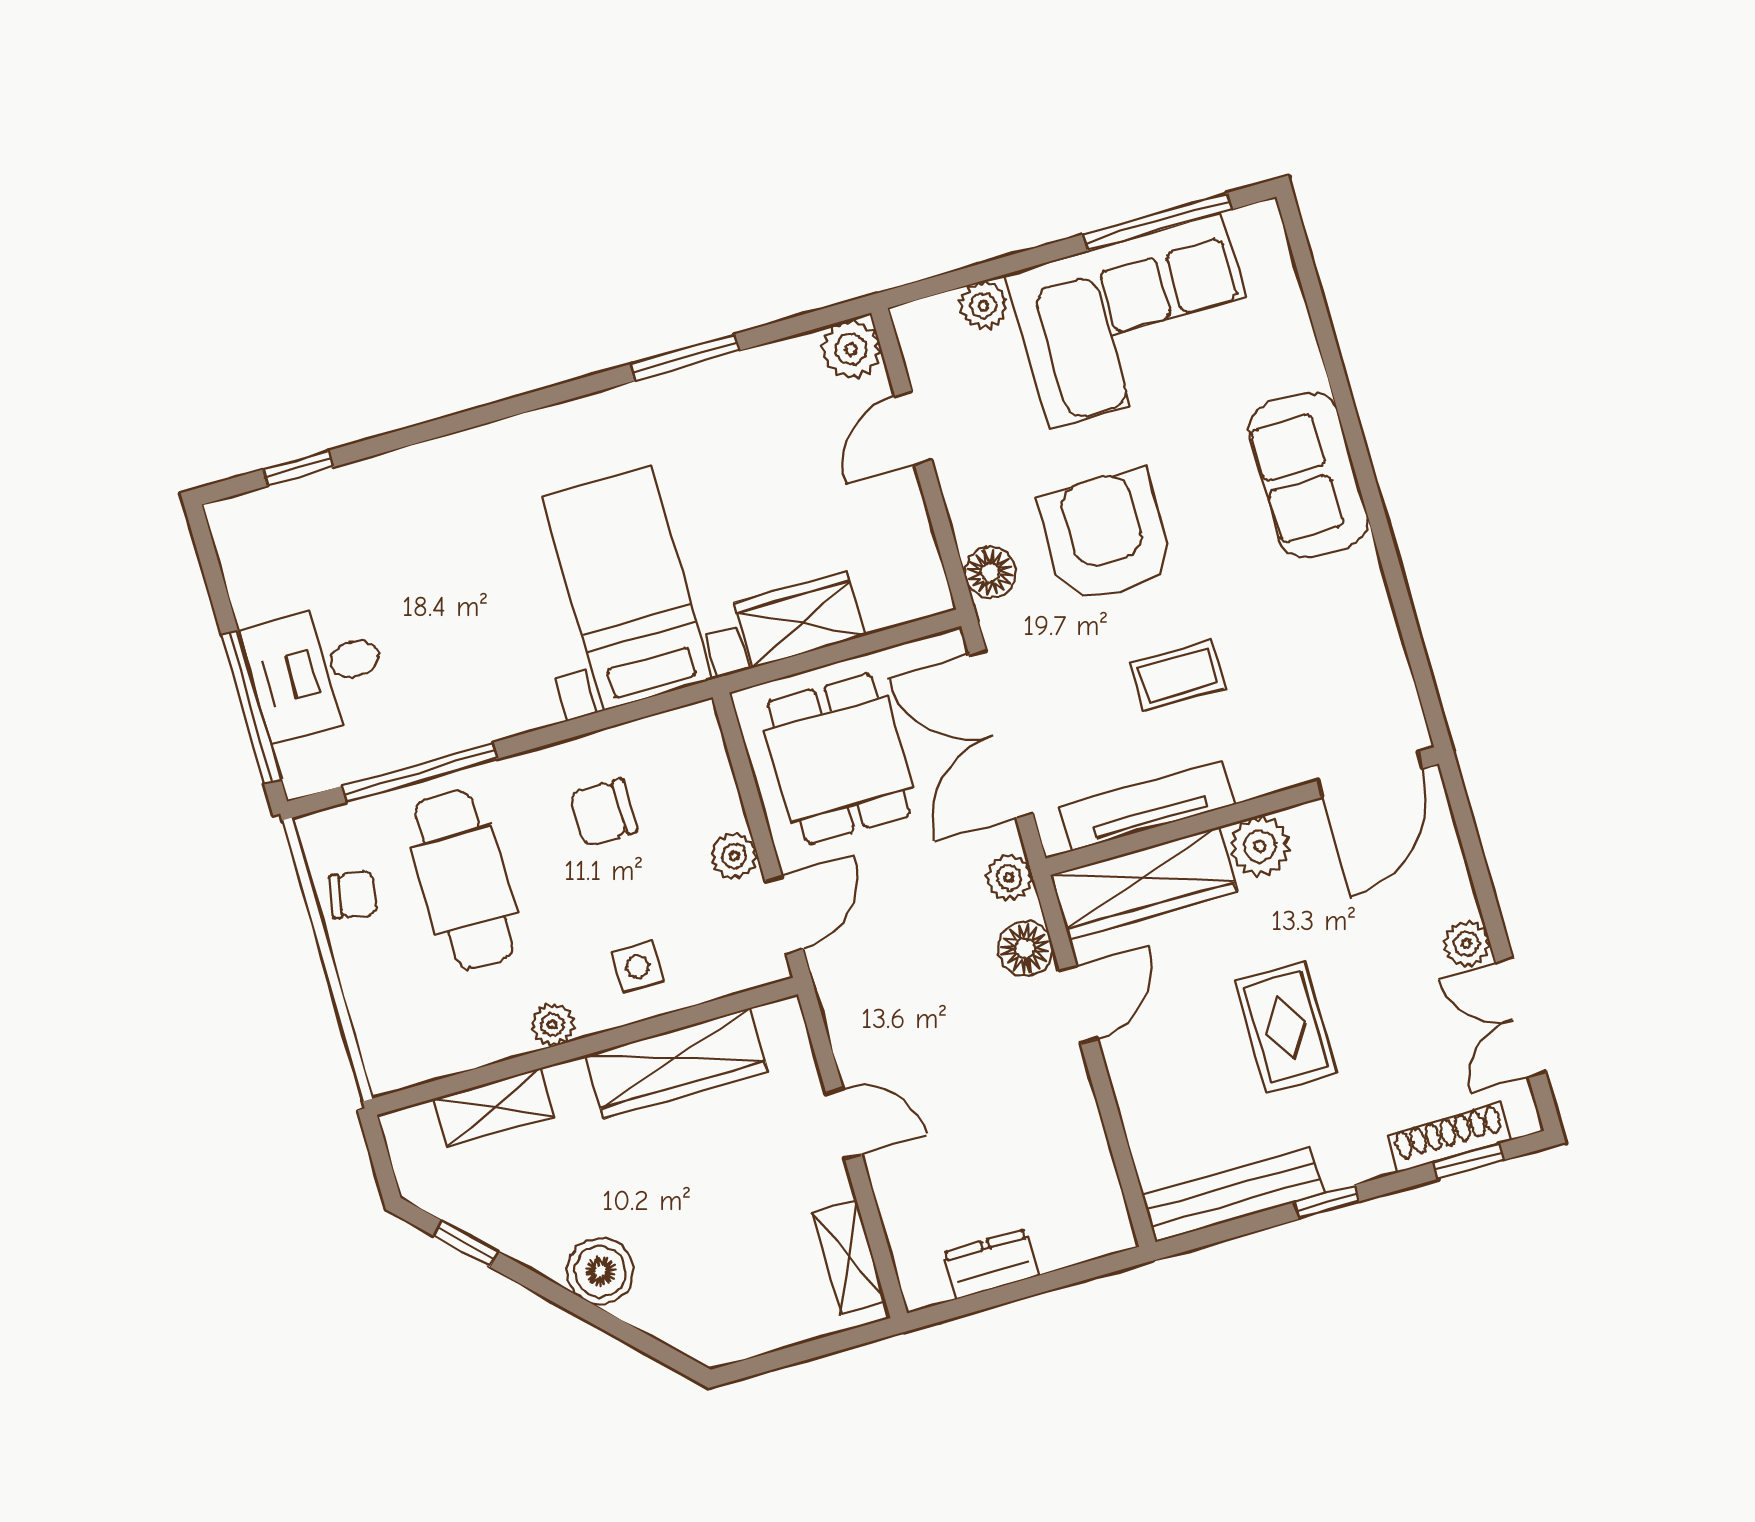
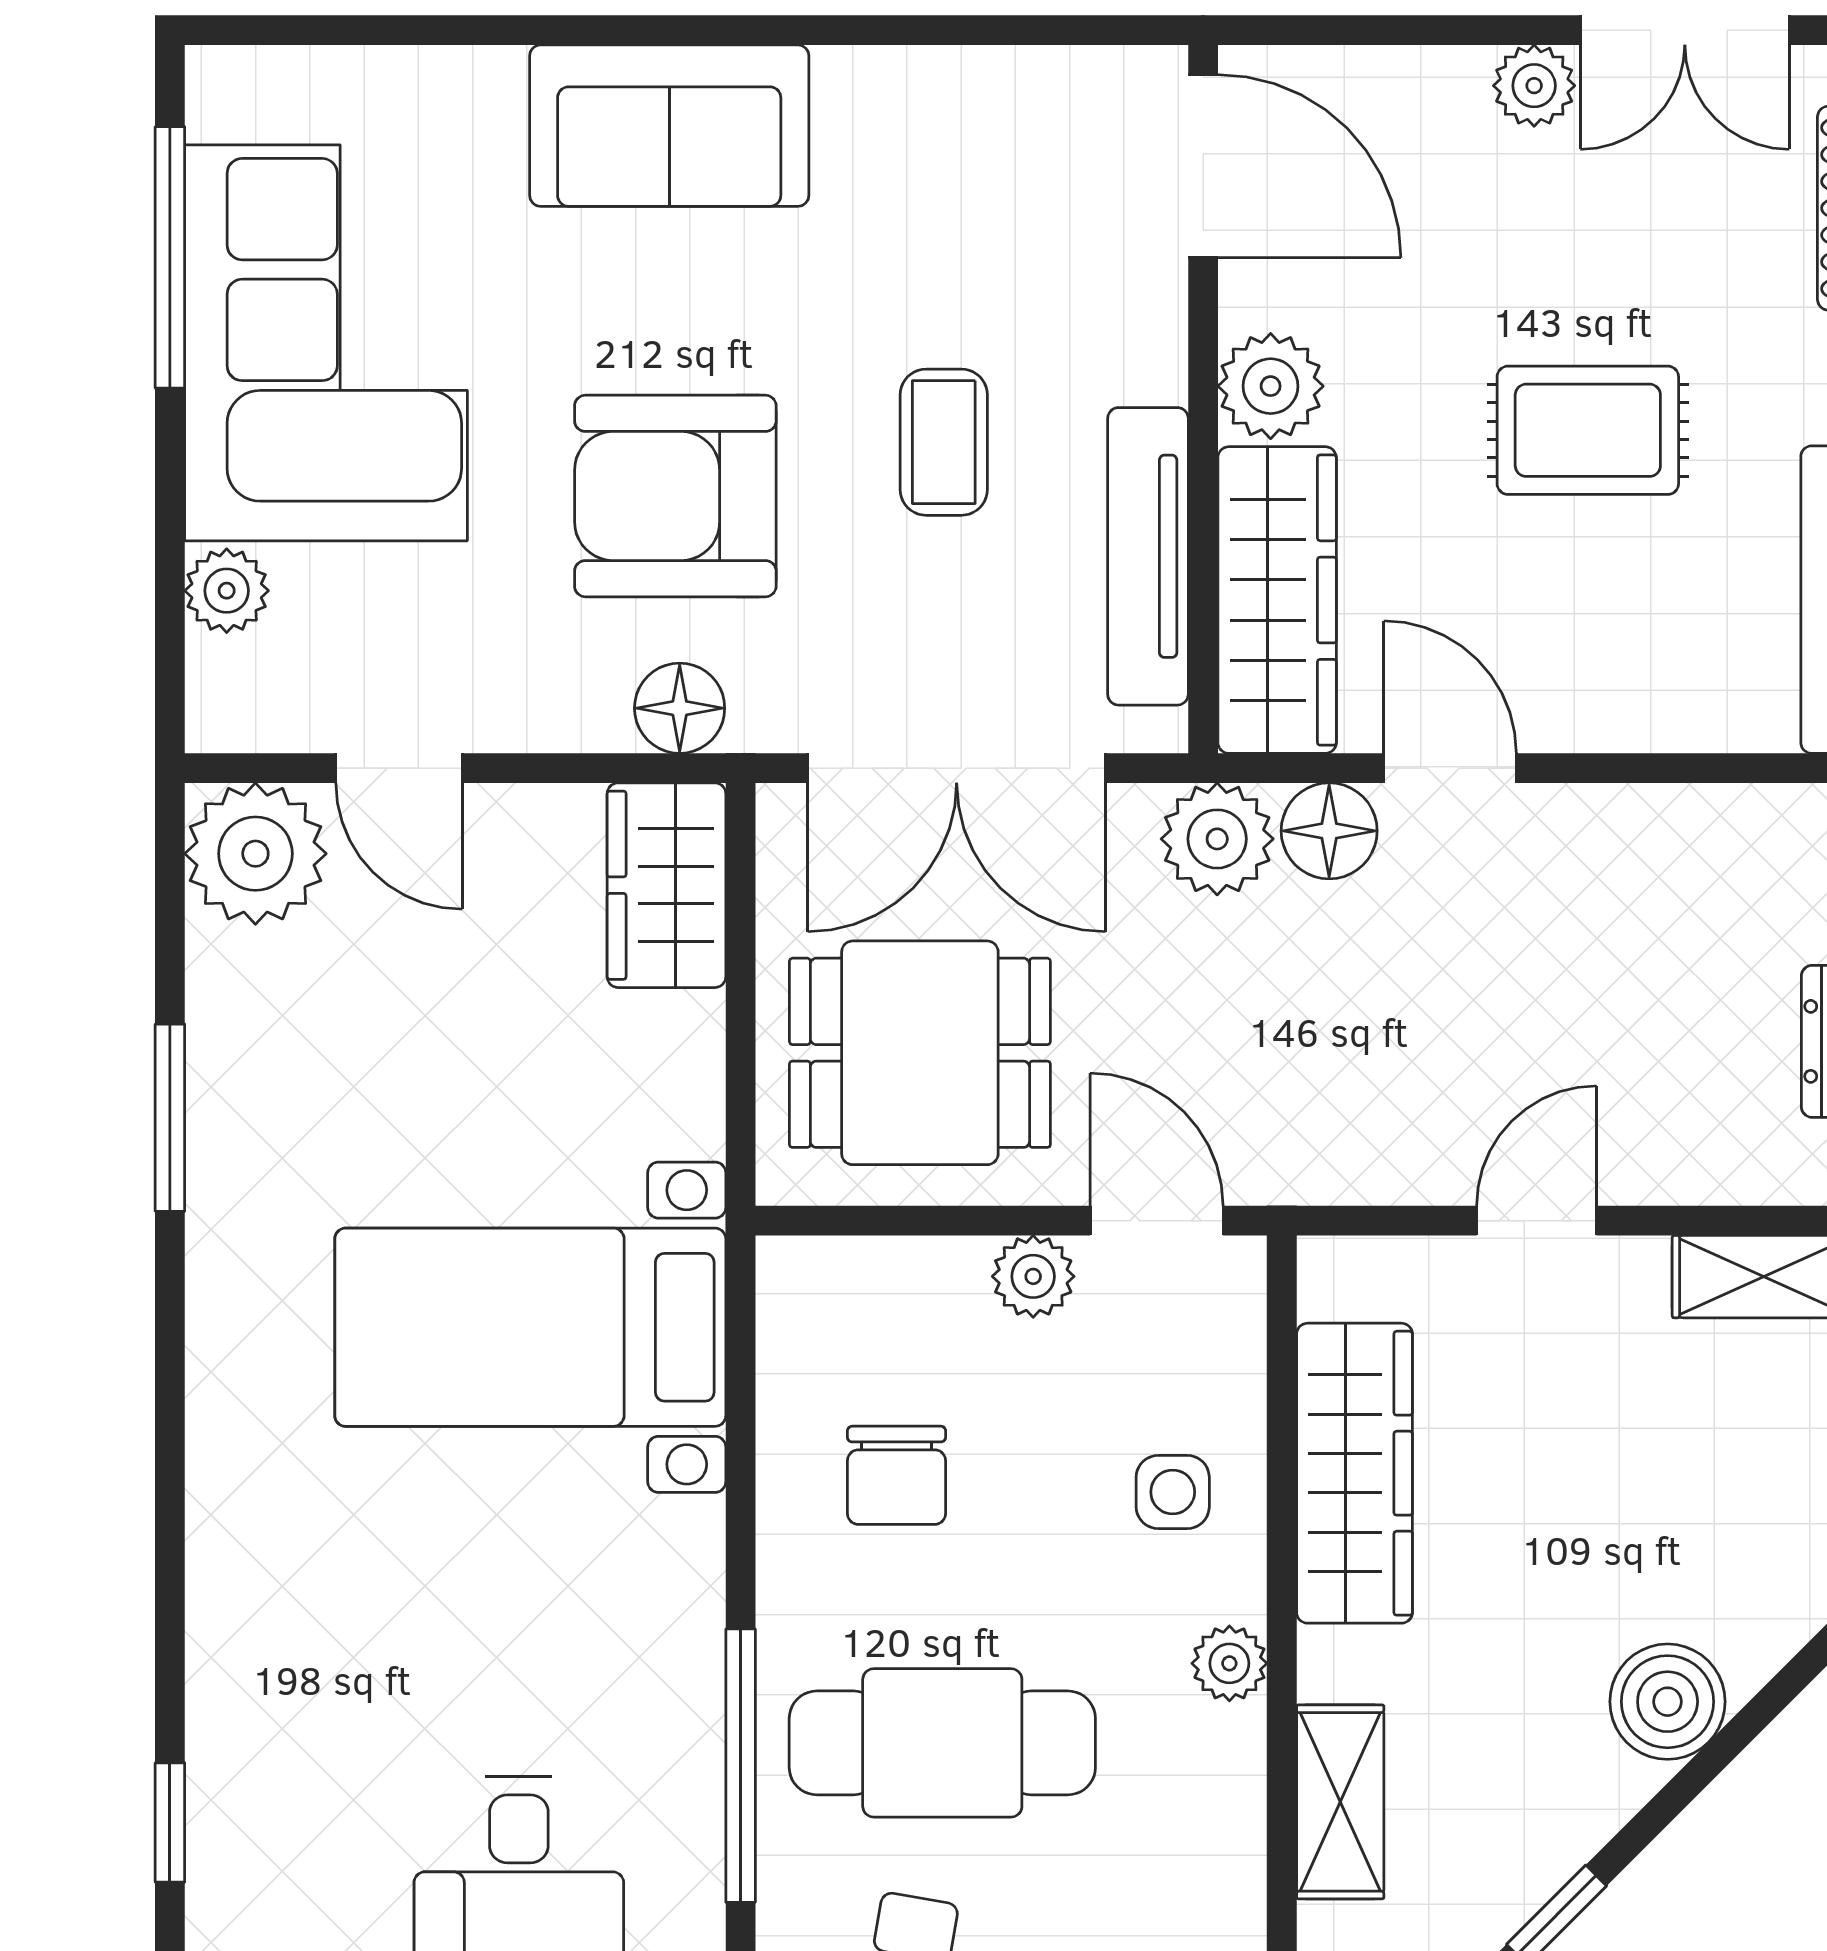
plant: (851, 349) -> (255, 854), width x1.36, depth x1.36
wardrobe: (800, 619) -> (666, 885), moved
plant: (1009, 877) -> (1217, 839), width x1.38, depth x1.38

